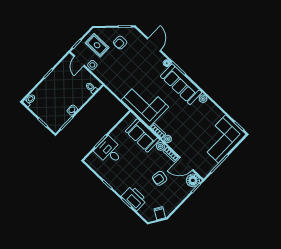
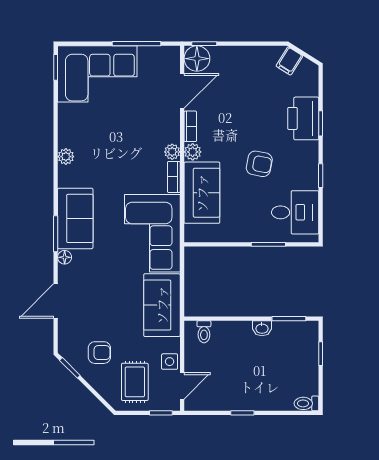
sofa: (116, 82) -> (162, 305), added
sofa: (181, 84) -> (75, 218), width x0.73
desk: (109, 151) -> (295, 212), moved, turned -90
door: (186, 164) -> (182, 91), hinge flipped
armchair: (160, 178) -> (259, 164), moved

